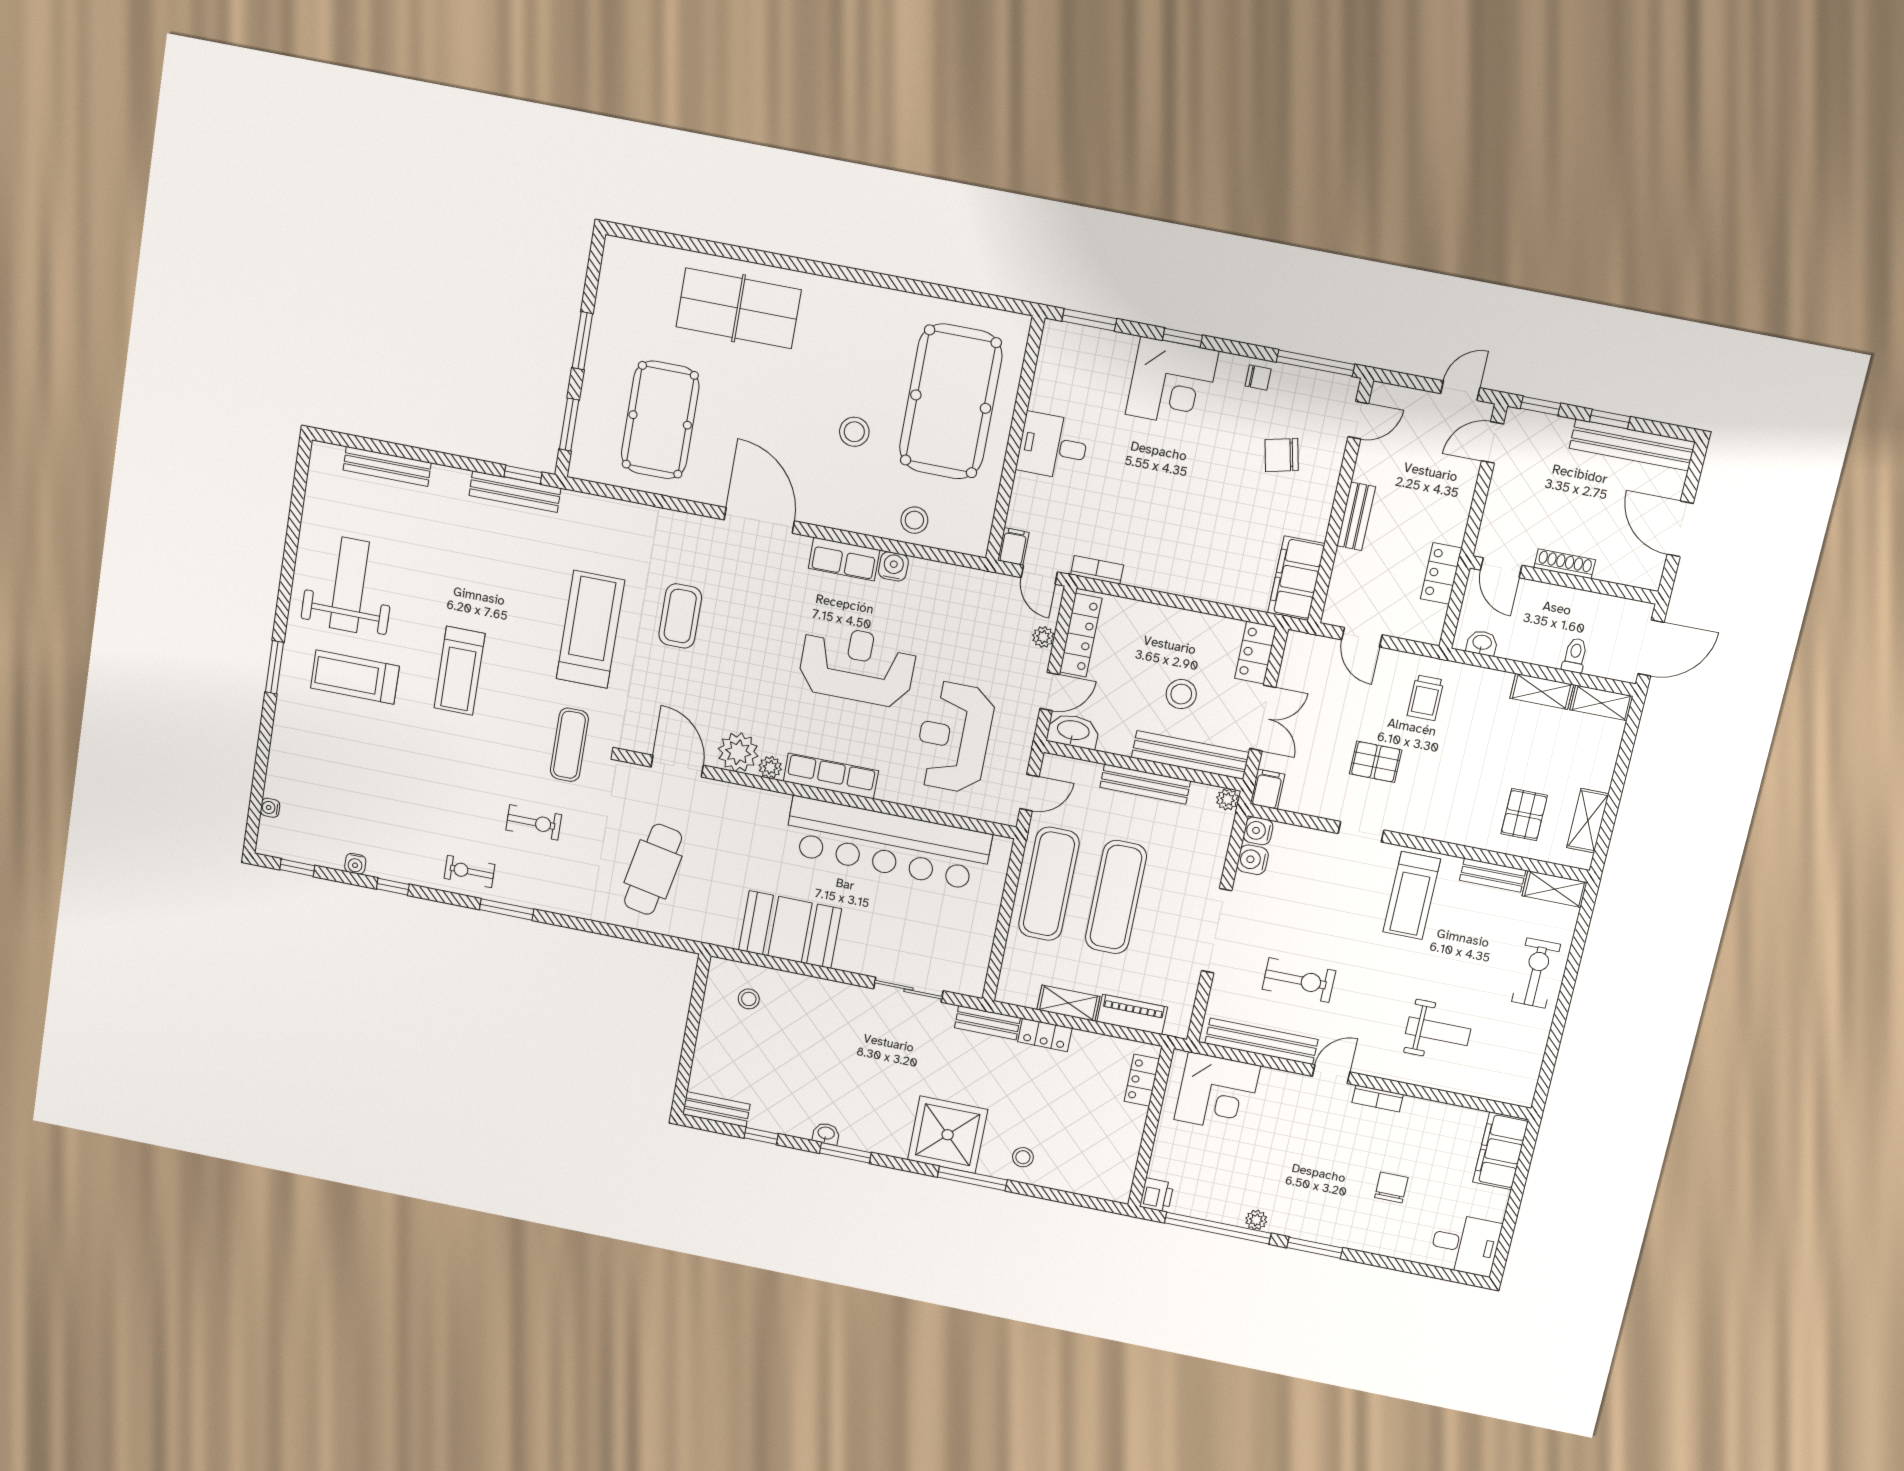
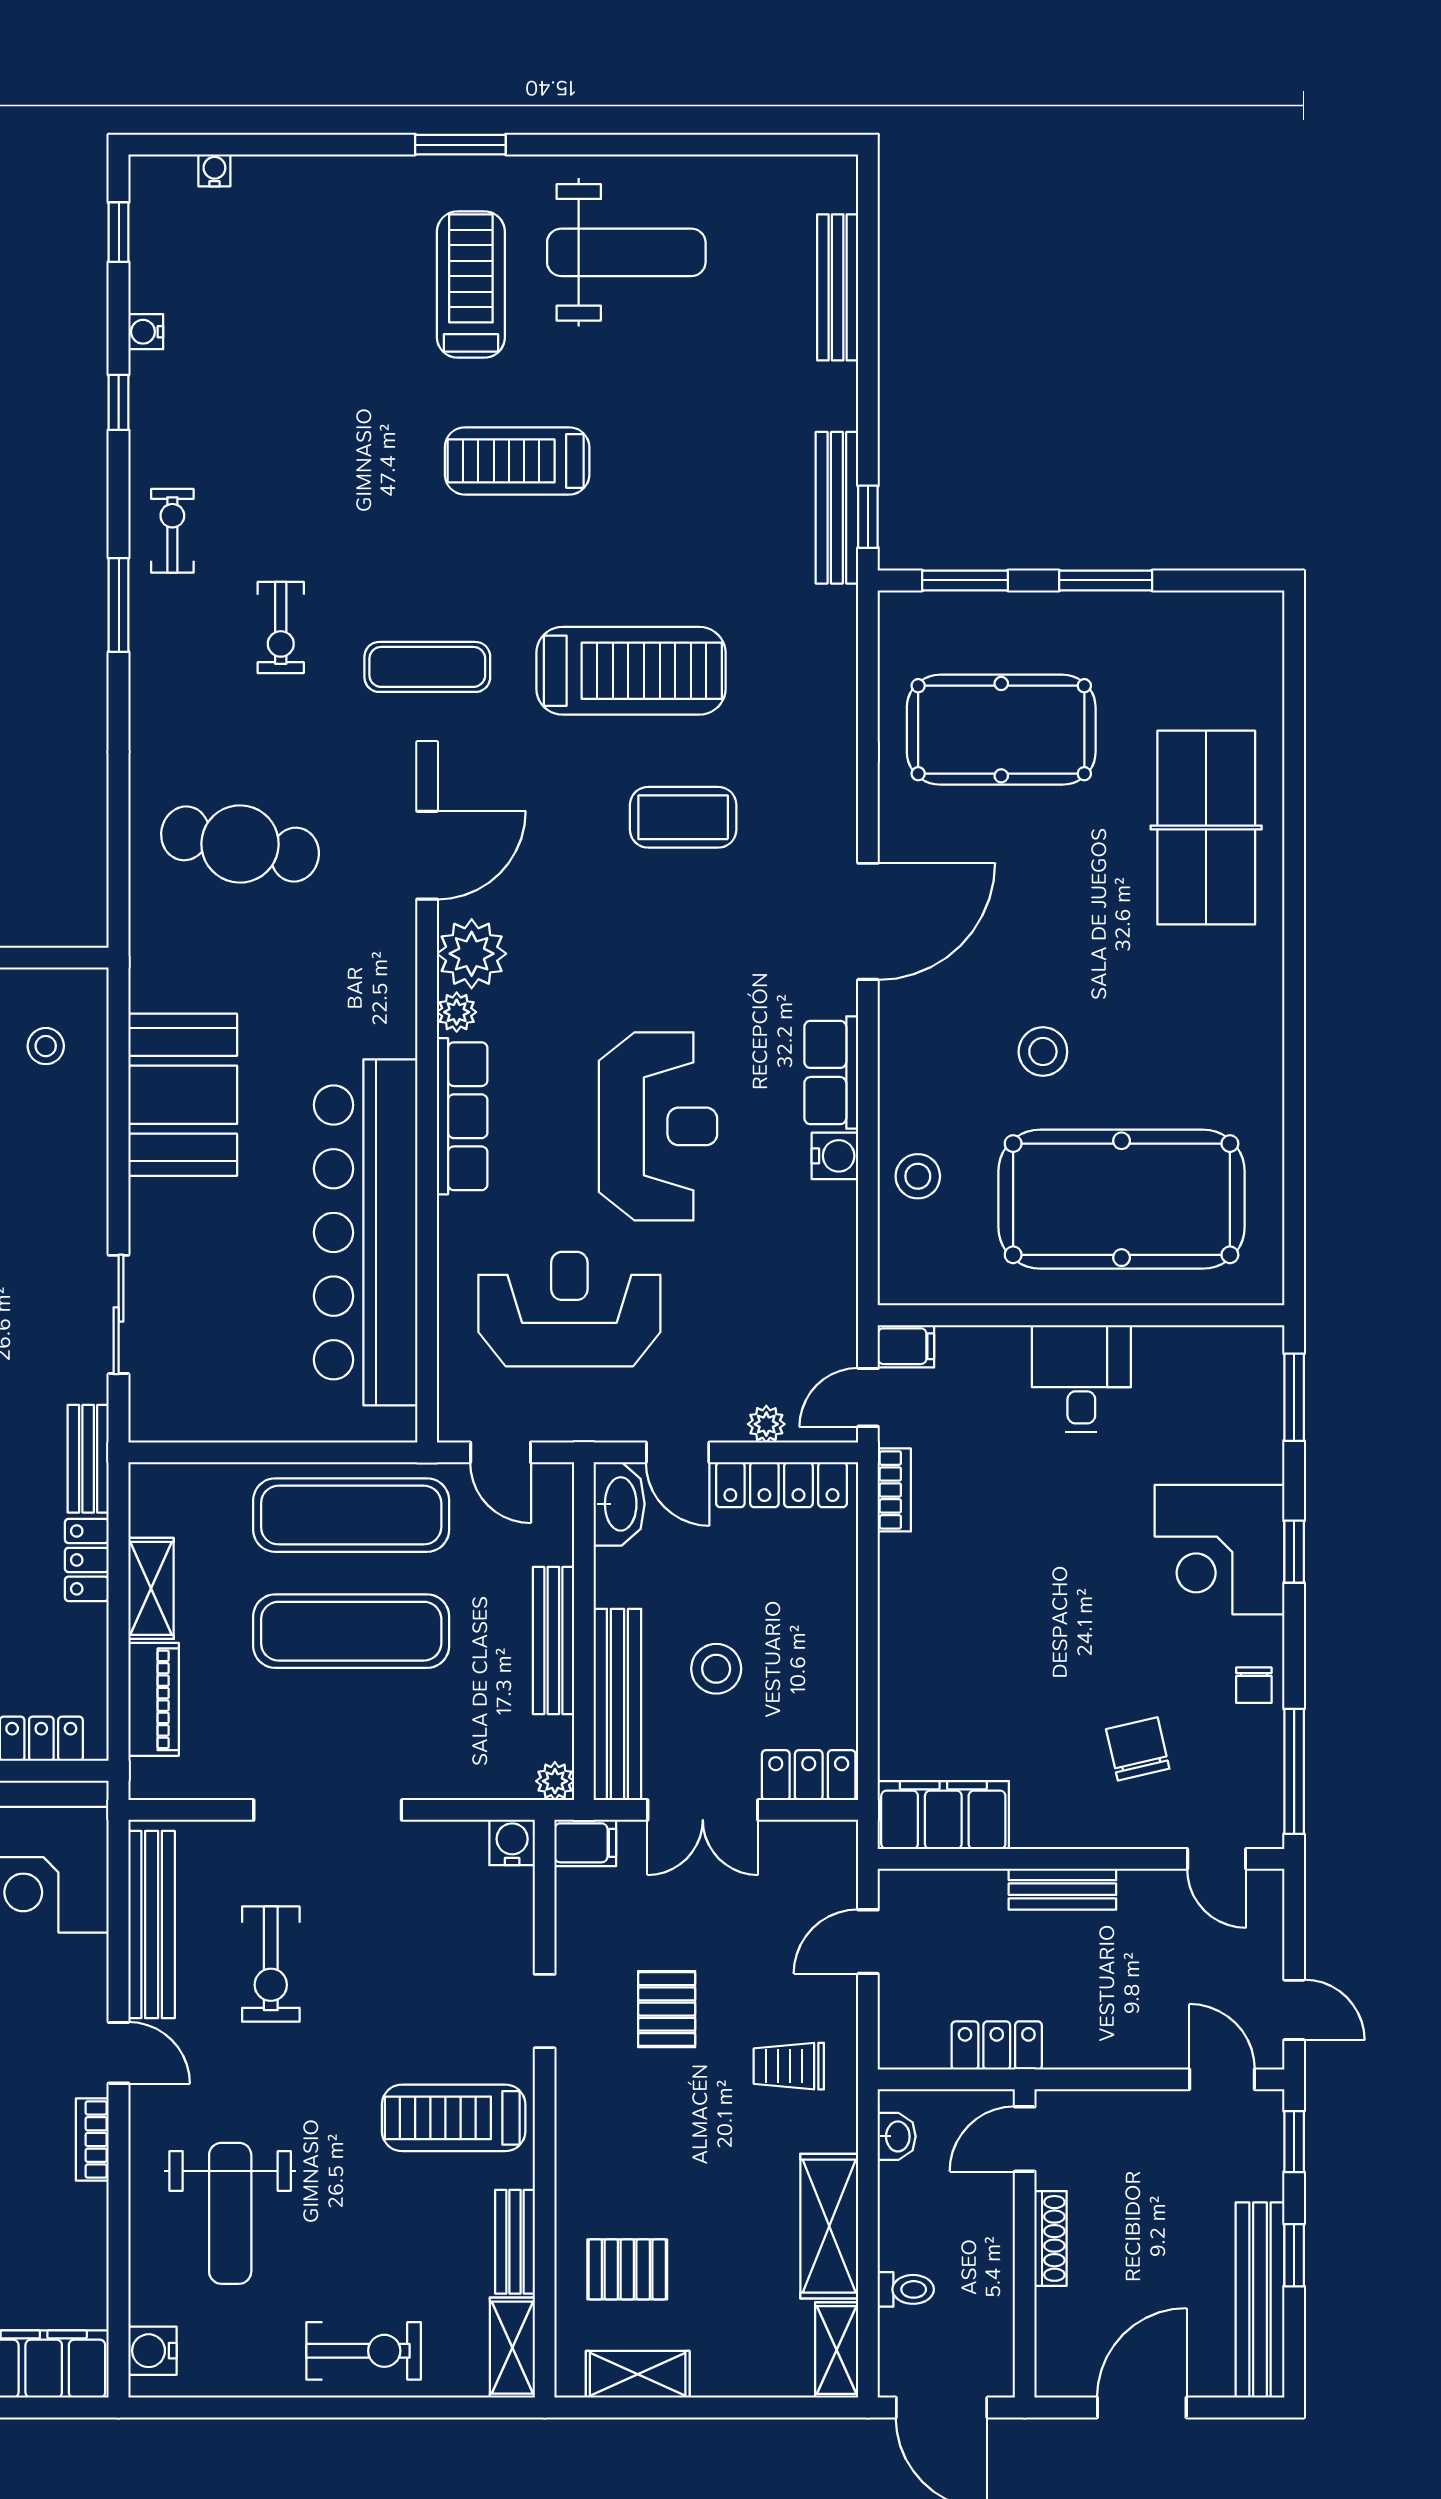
shelving: (1542, 691) -> (829, 2226), width x1.50, depth x1.33
water cooler: (1253, 860) -> (152, 2351), moved, turned -90
weight bench: (1438, 1031) -> (230, 2213), width x1.36, depth x1.33

